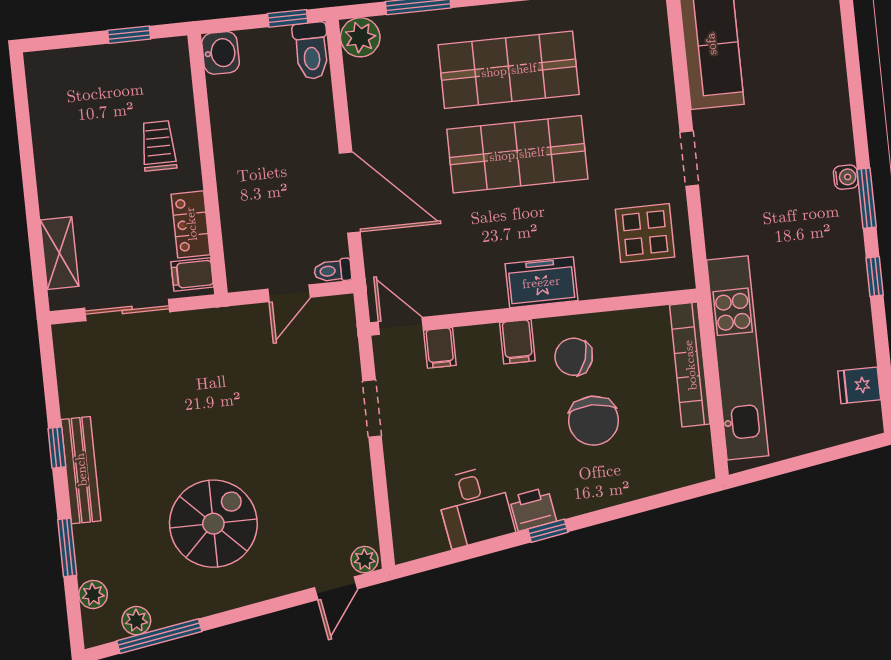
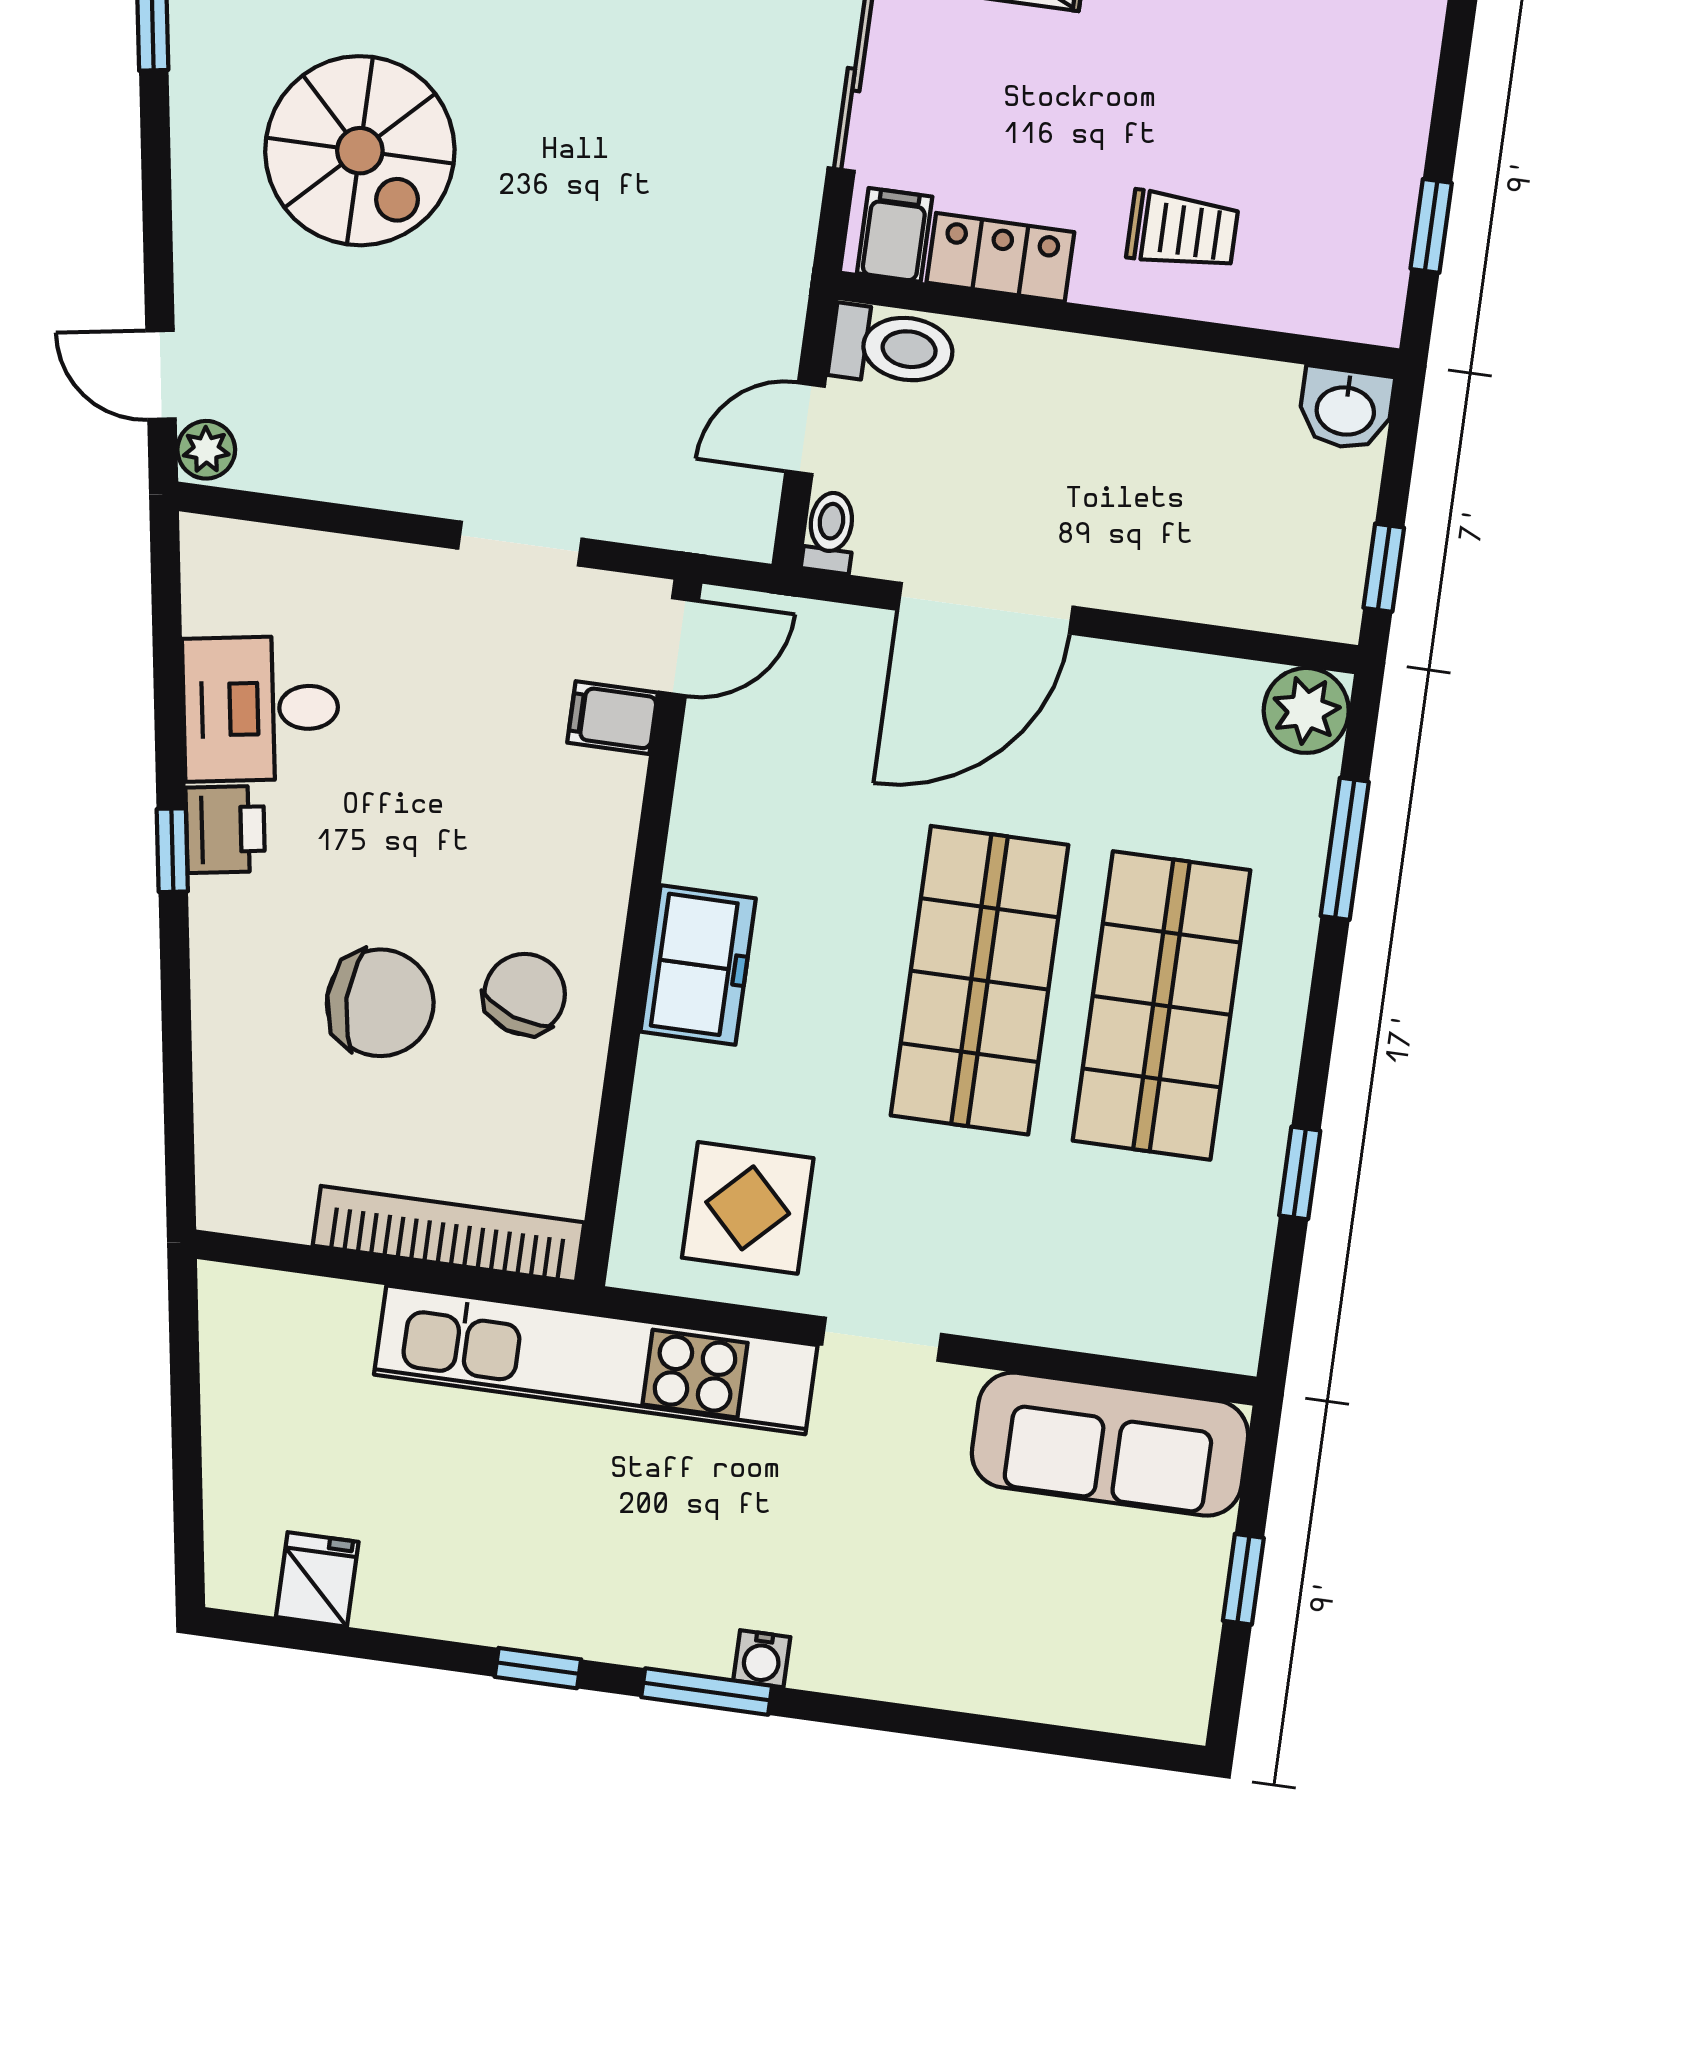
toilet: (311, 51) -> (892, 347), moved, turned 180
door: (289, 293) -> (805, 429), hinge flipped
filing cabinet: (517, 342) -> (586, 884), removed
kitchen unit: (738, 358) -> (596, 1360), moved
chair: (594, 421) -> (380, 1003), turned 180

